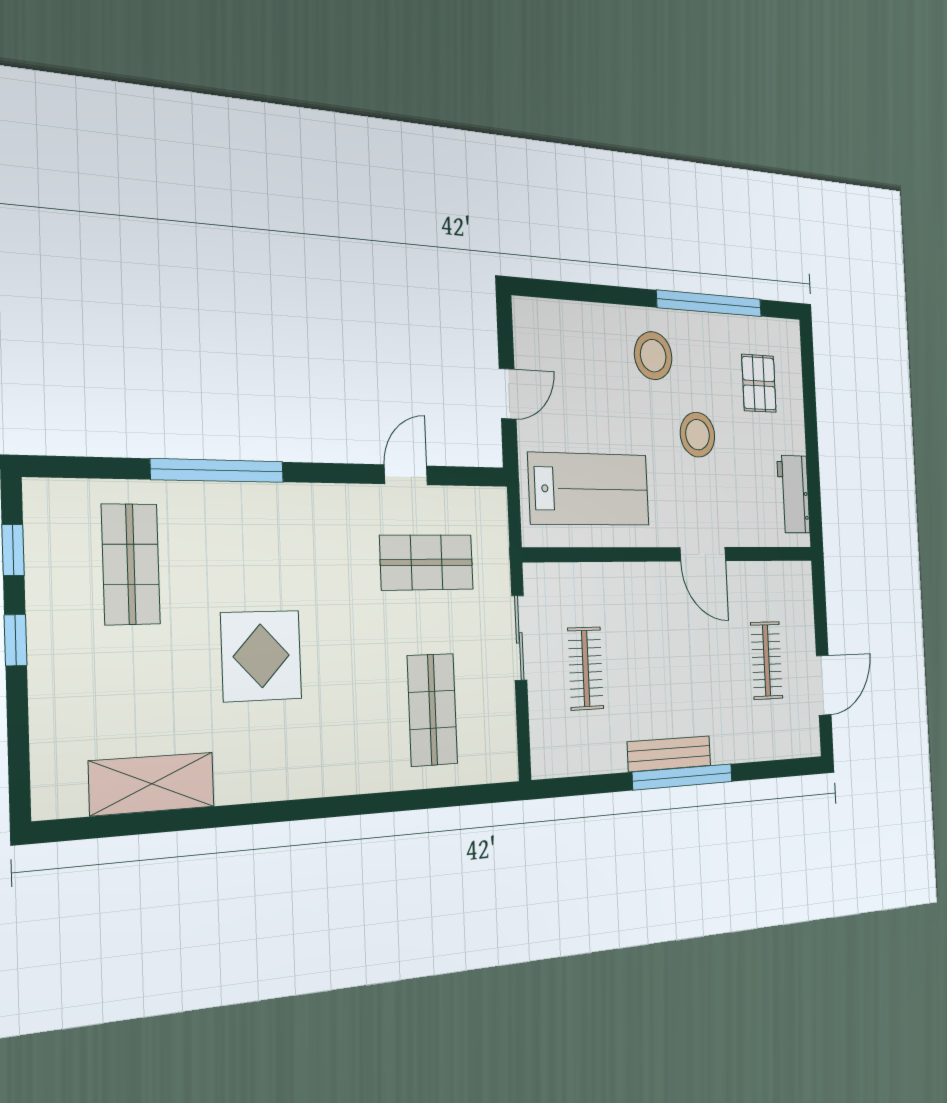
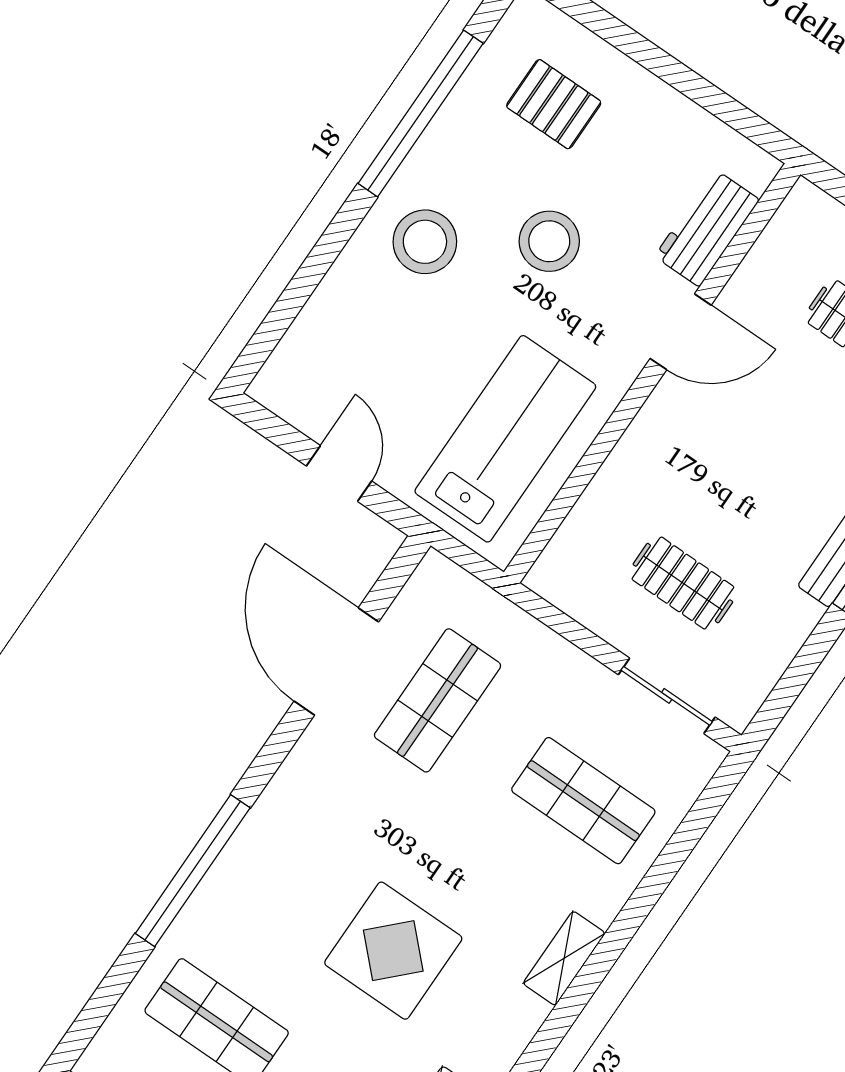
door: (406, 475) -> (336, 661), width x1.87
workbench: (793, 494) -> (707, 228), moved, turned 90
sliding door: (519, 638) -> (667, 696), moved
shelving: (334, 779) -> (564, 958), added

